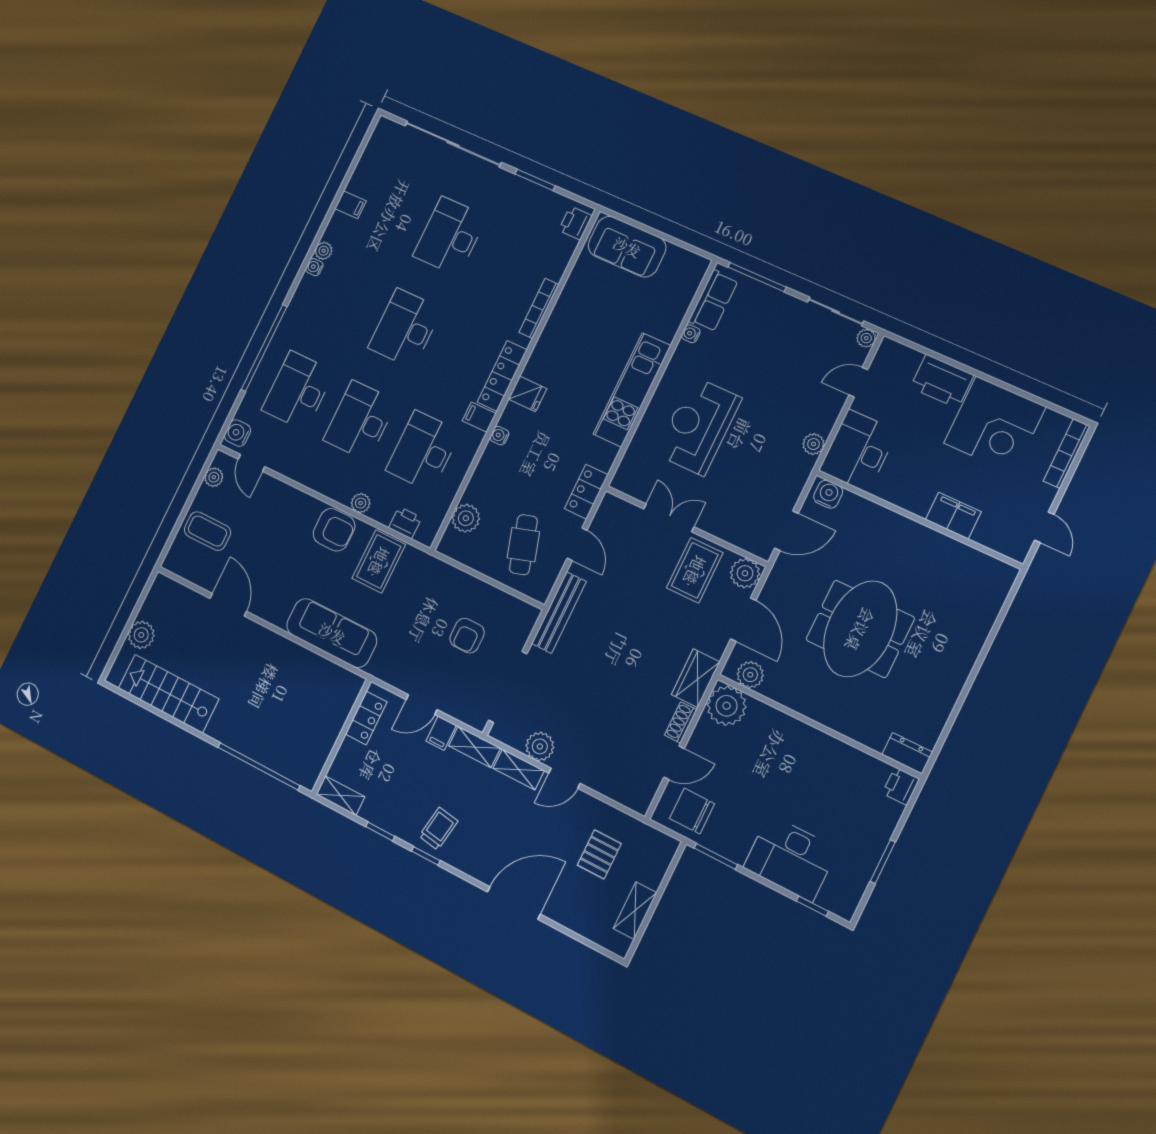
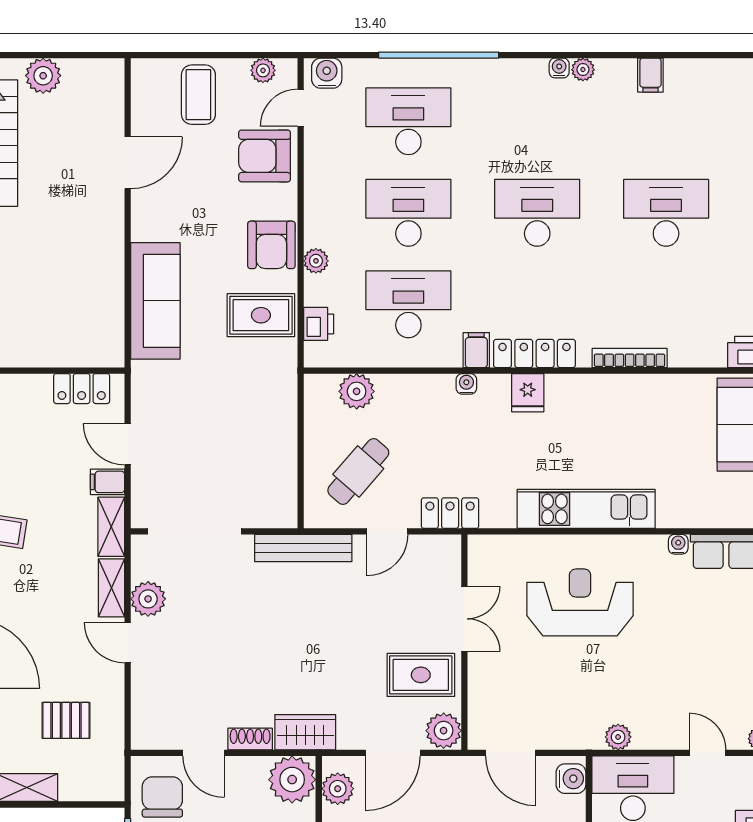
cafe table: (523, 545) -> (358, 471), turned -32
armchair: (467, 636) -> (265, 156), moved, width x1.38, depth x1.38

